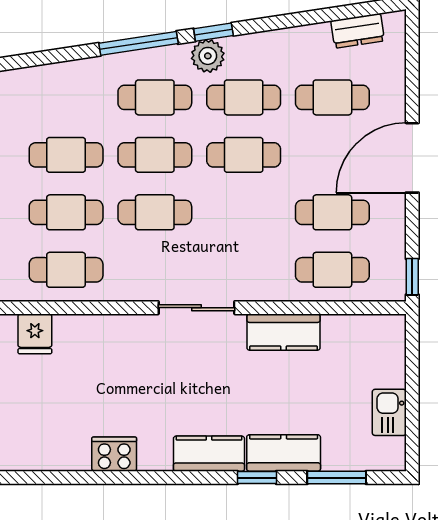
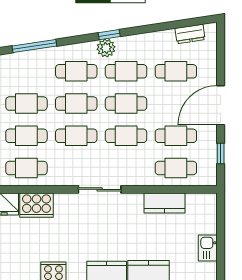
window: (138, 43) -> (34, 46), moved
cafe table: (244, 212) -> (126, 136), added
window: (412, 277) -> (221, 153), moved
kitchen counter: (284, 332) -> (164, 203), moved
cooker: (84, 336) -> (37, 205), added

